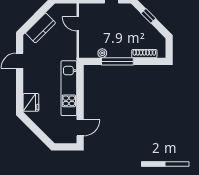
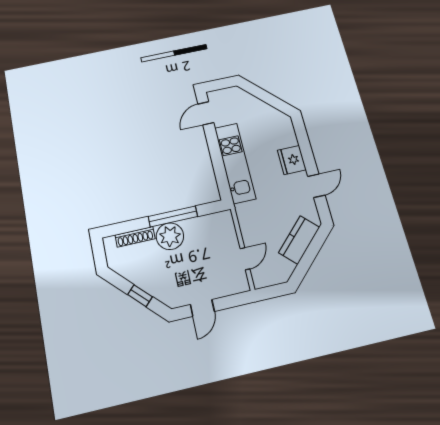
door: (78, 24) -> (245, 259), hinge flipped
plant: (102, 53) -> (170, 236), moved, width x1.87, depth x1.87
fridge: (31, 102) -> (292, 160), moved

